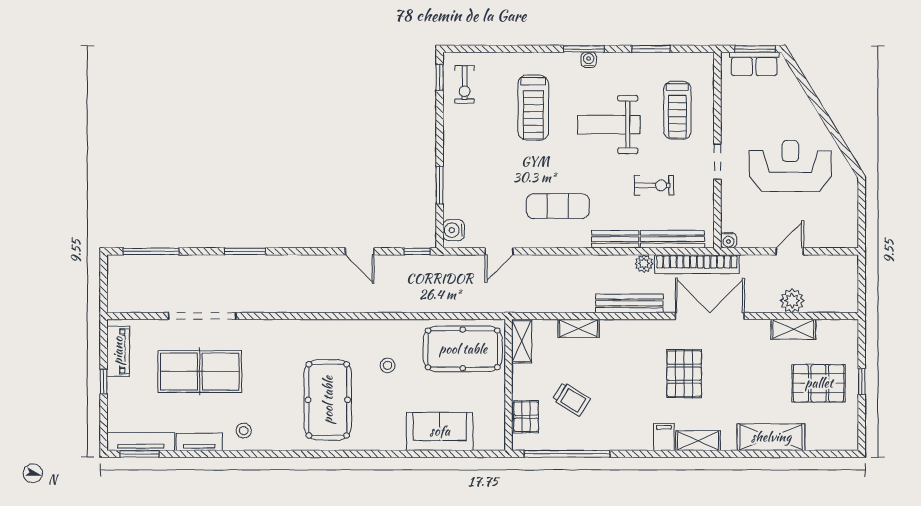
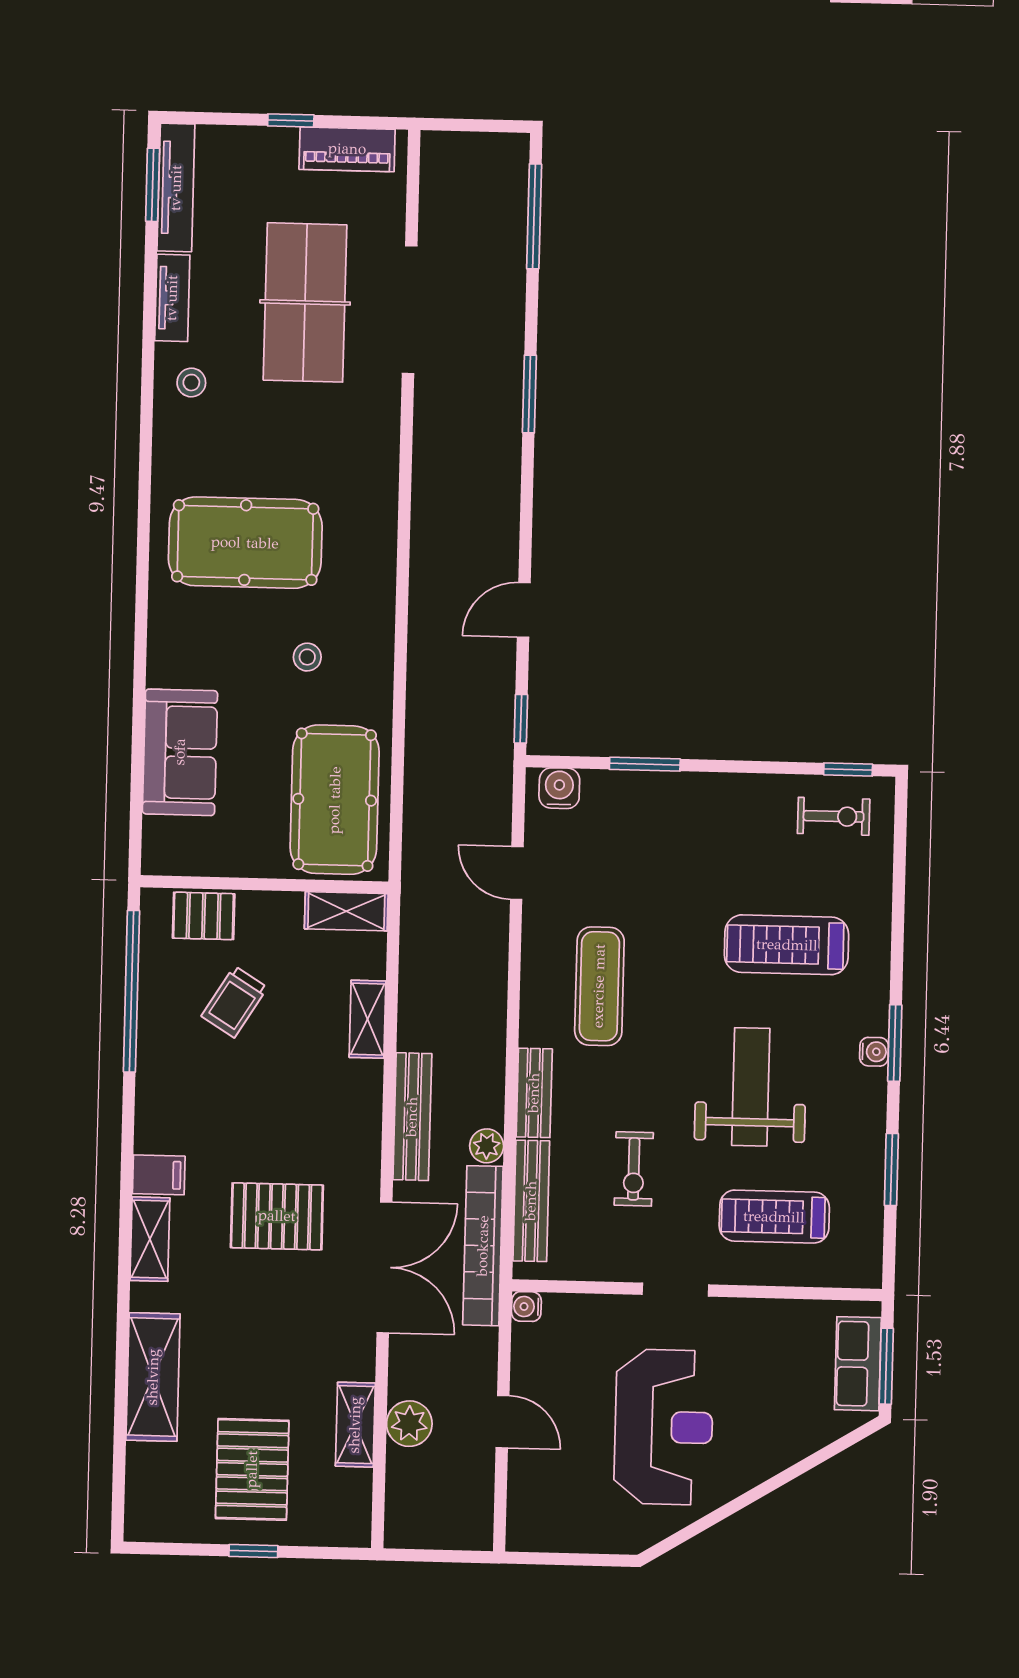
exercise bike: (465, 84) -> (834, 816), turned 180

